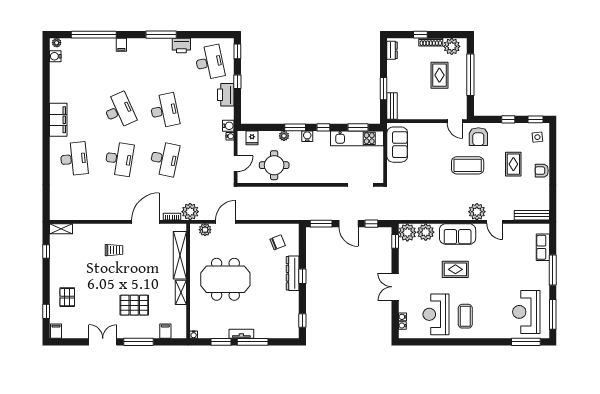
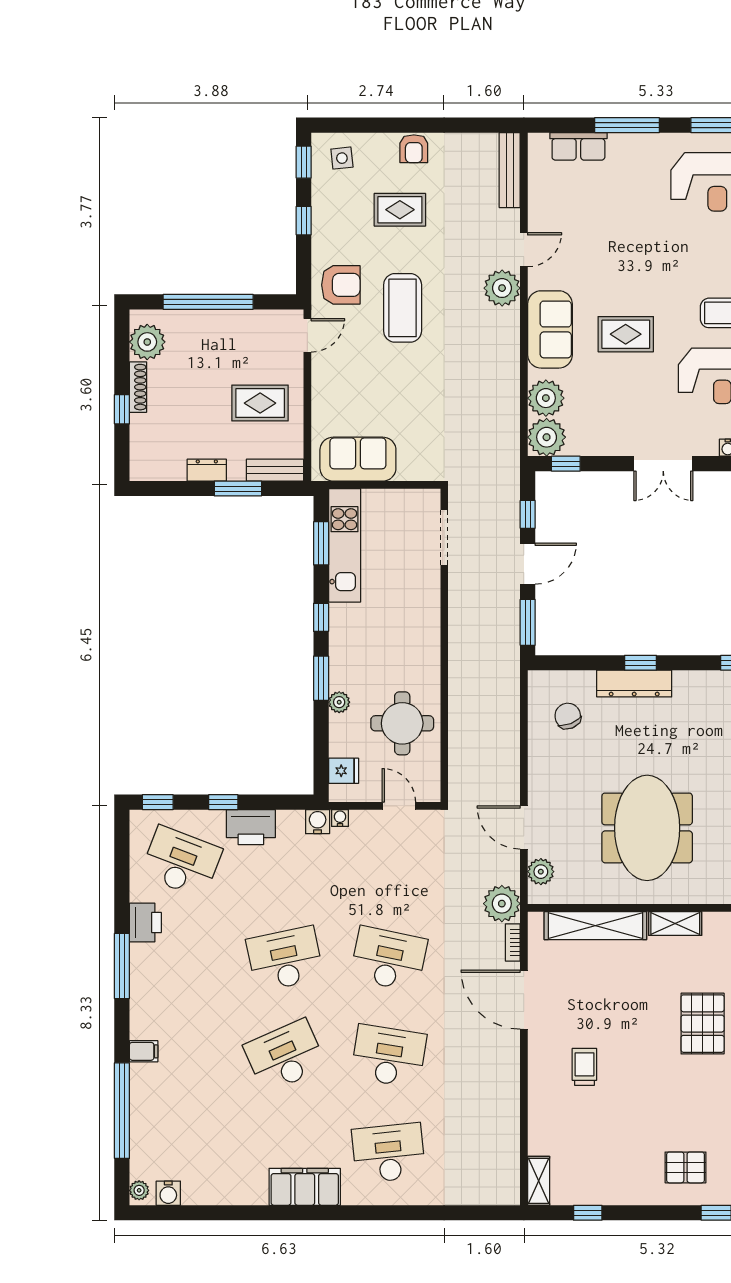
dresser: (392, 50) -> (207, 470), moved
desk: (210, 62) -> (181, 862), turned 33
rug: (439, 75) -> (260, 403), moved
water cooler: (307, 136) -> (340, 652), removed
rug: (455, 269) -> (626, 334), turned 90

